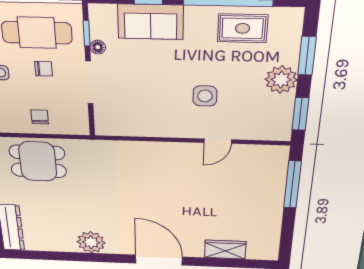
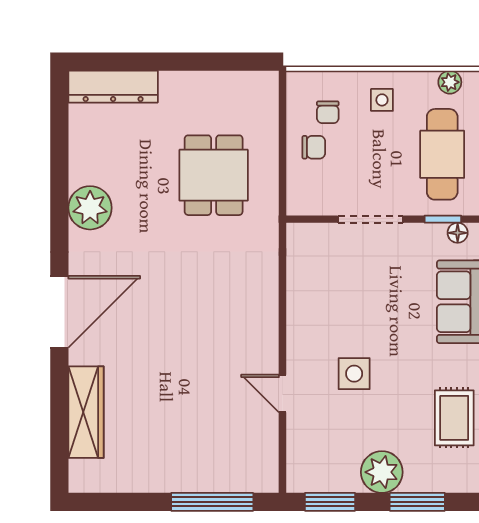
floor lamp: (98, 47) -> (458, 233), moved
chair: (44, 69) -> (328, 112), moved
dining table: (38, 161) -> (214, 175), moved
wardrobe: (225, 249) -> (86, 412), width x1.50

